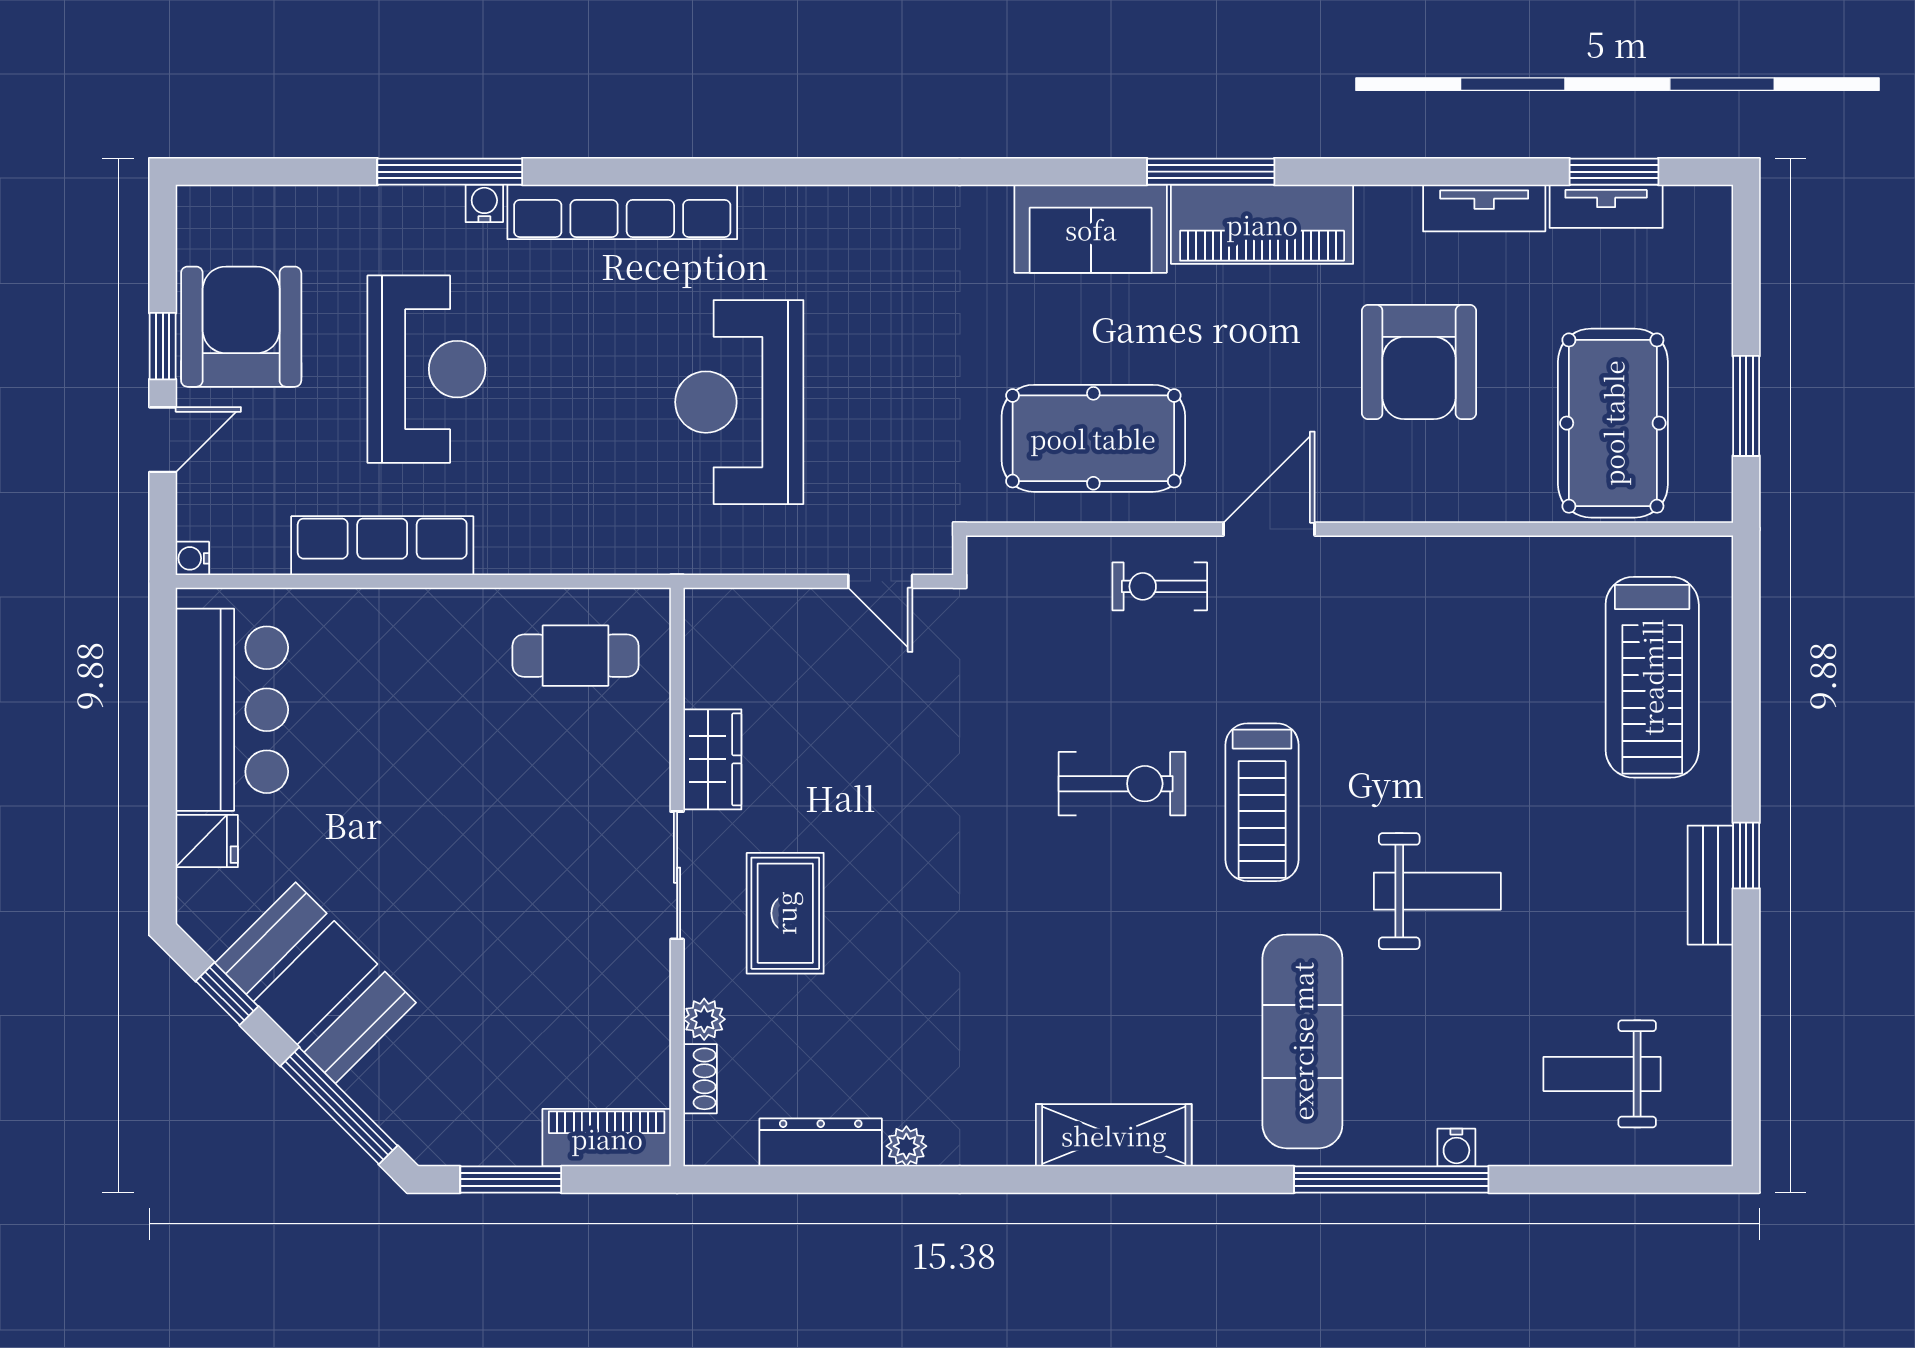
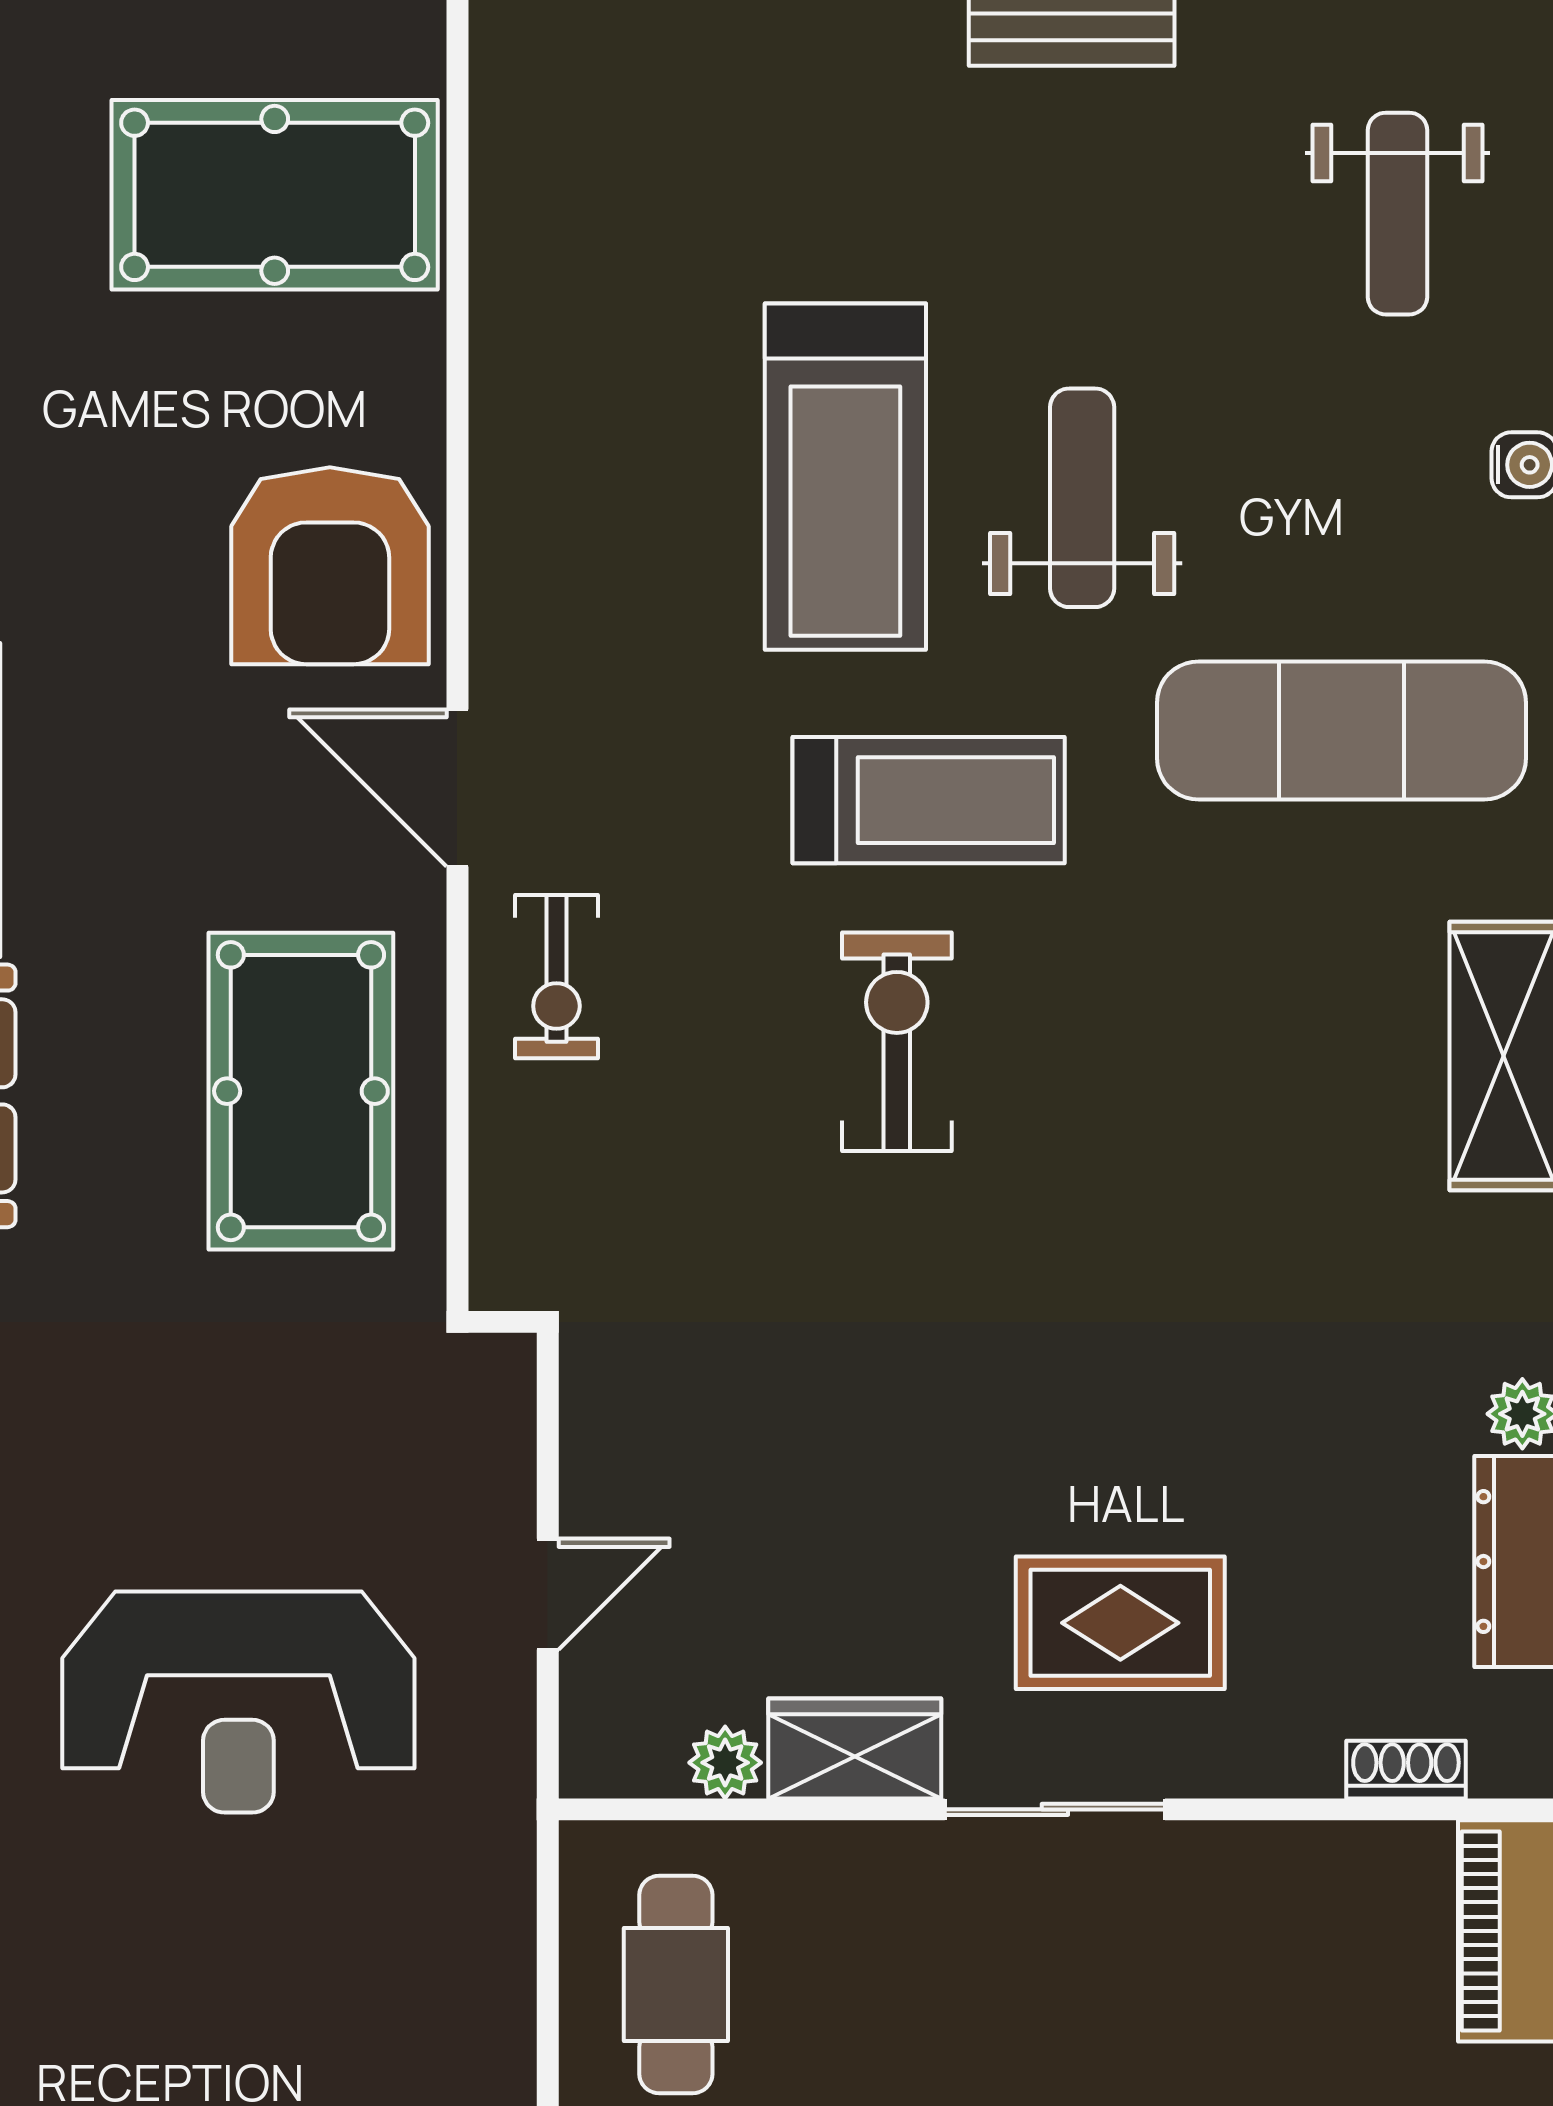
armchair: (1419, 362) -> (330, 566), moved, turned 90
door: (880, 581) -> (548, 1594), moved
treadmill: (1652, 677) -> (845, 477), moved, turned 90
plant: (704, 1019) -> (725, 1763), moved

